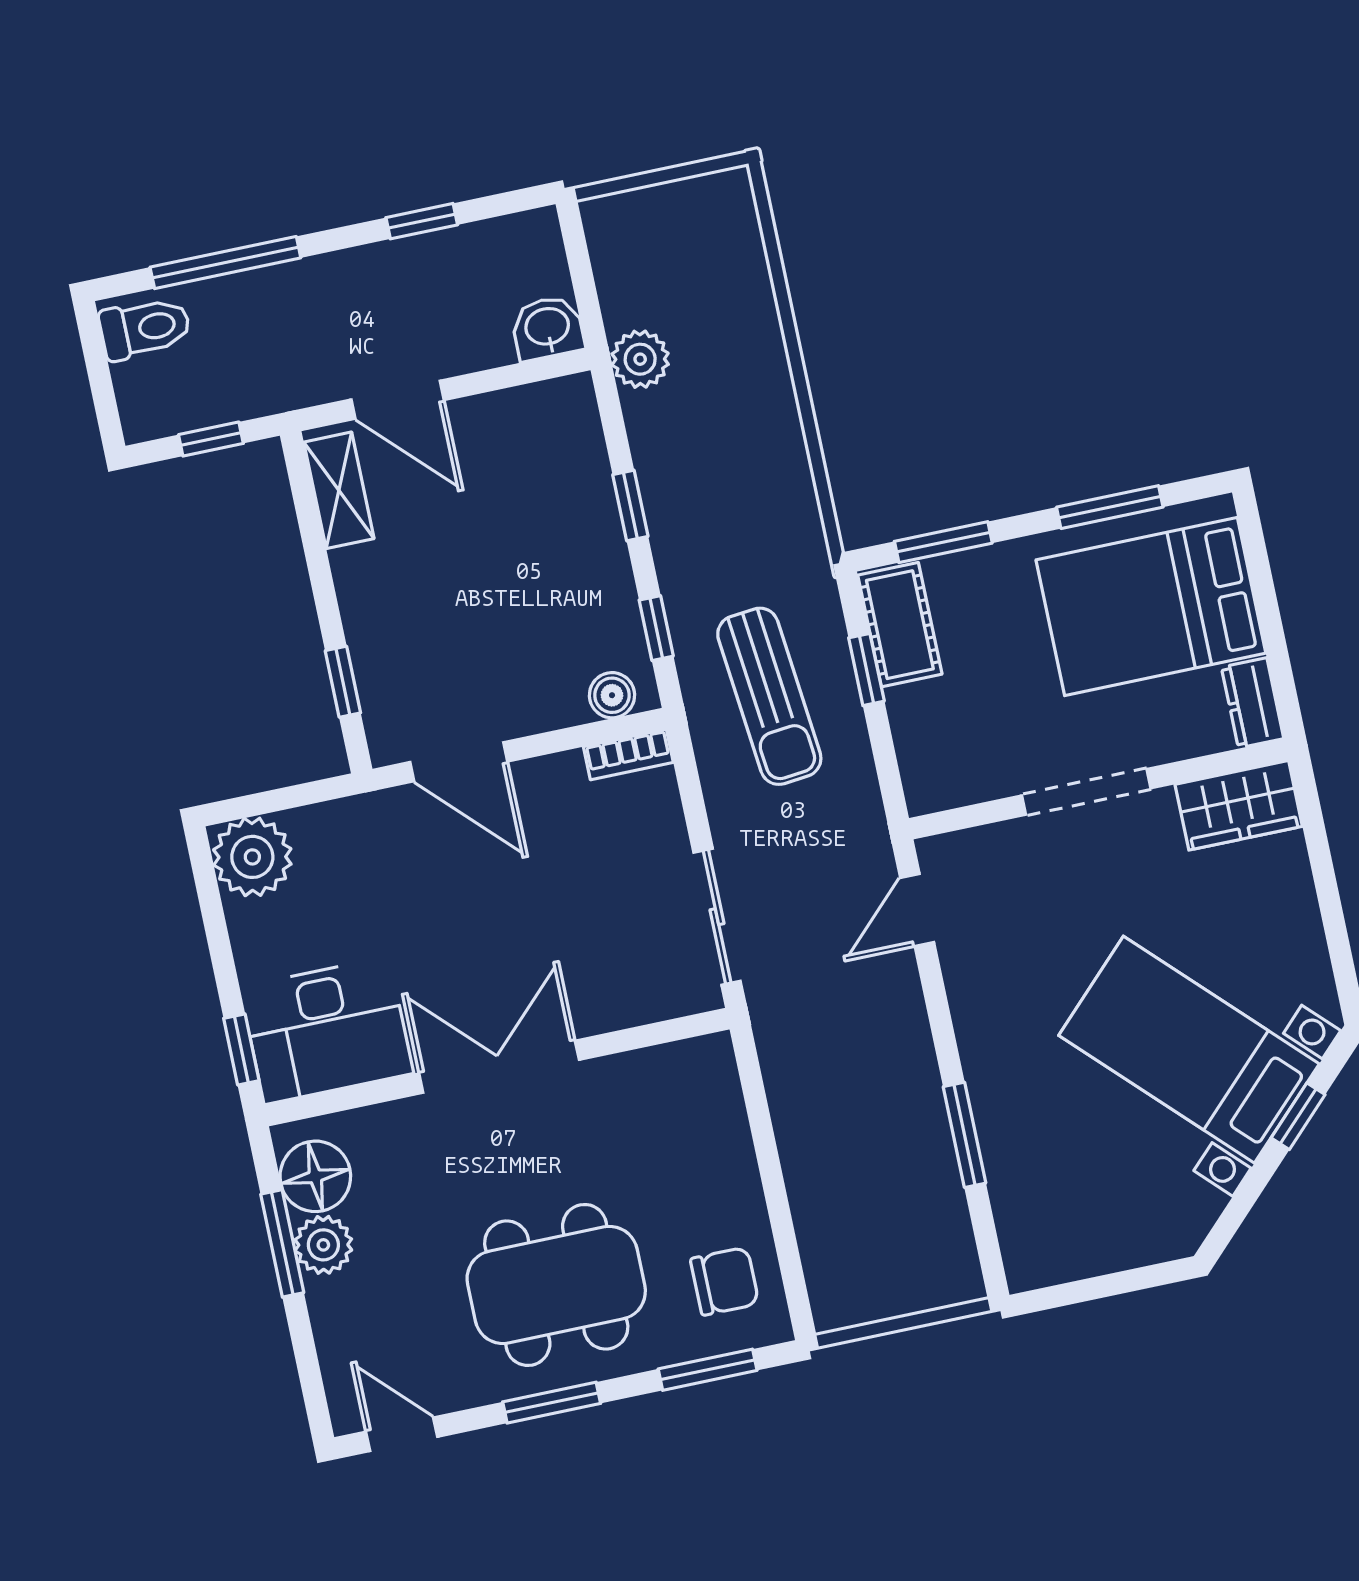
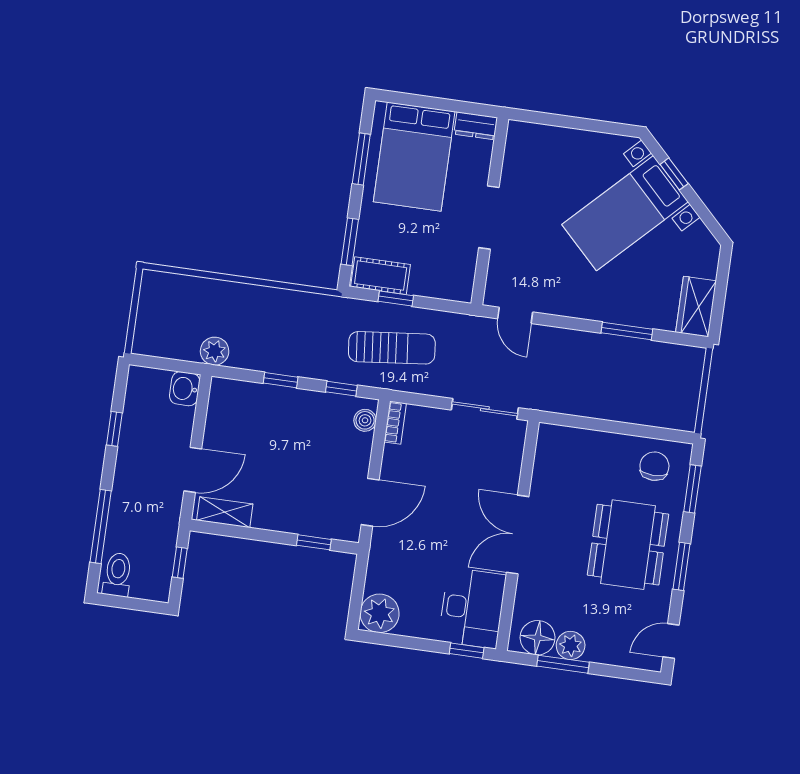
wardrobe: (1239, 805) -> (696, 307), moved, turned 180

